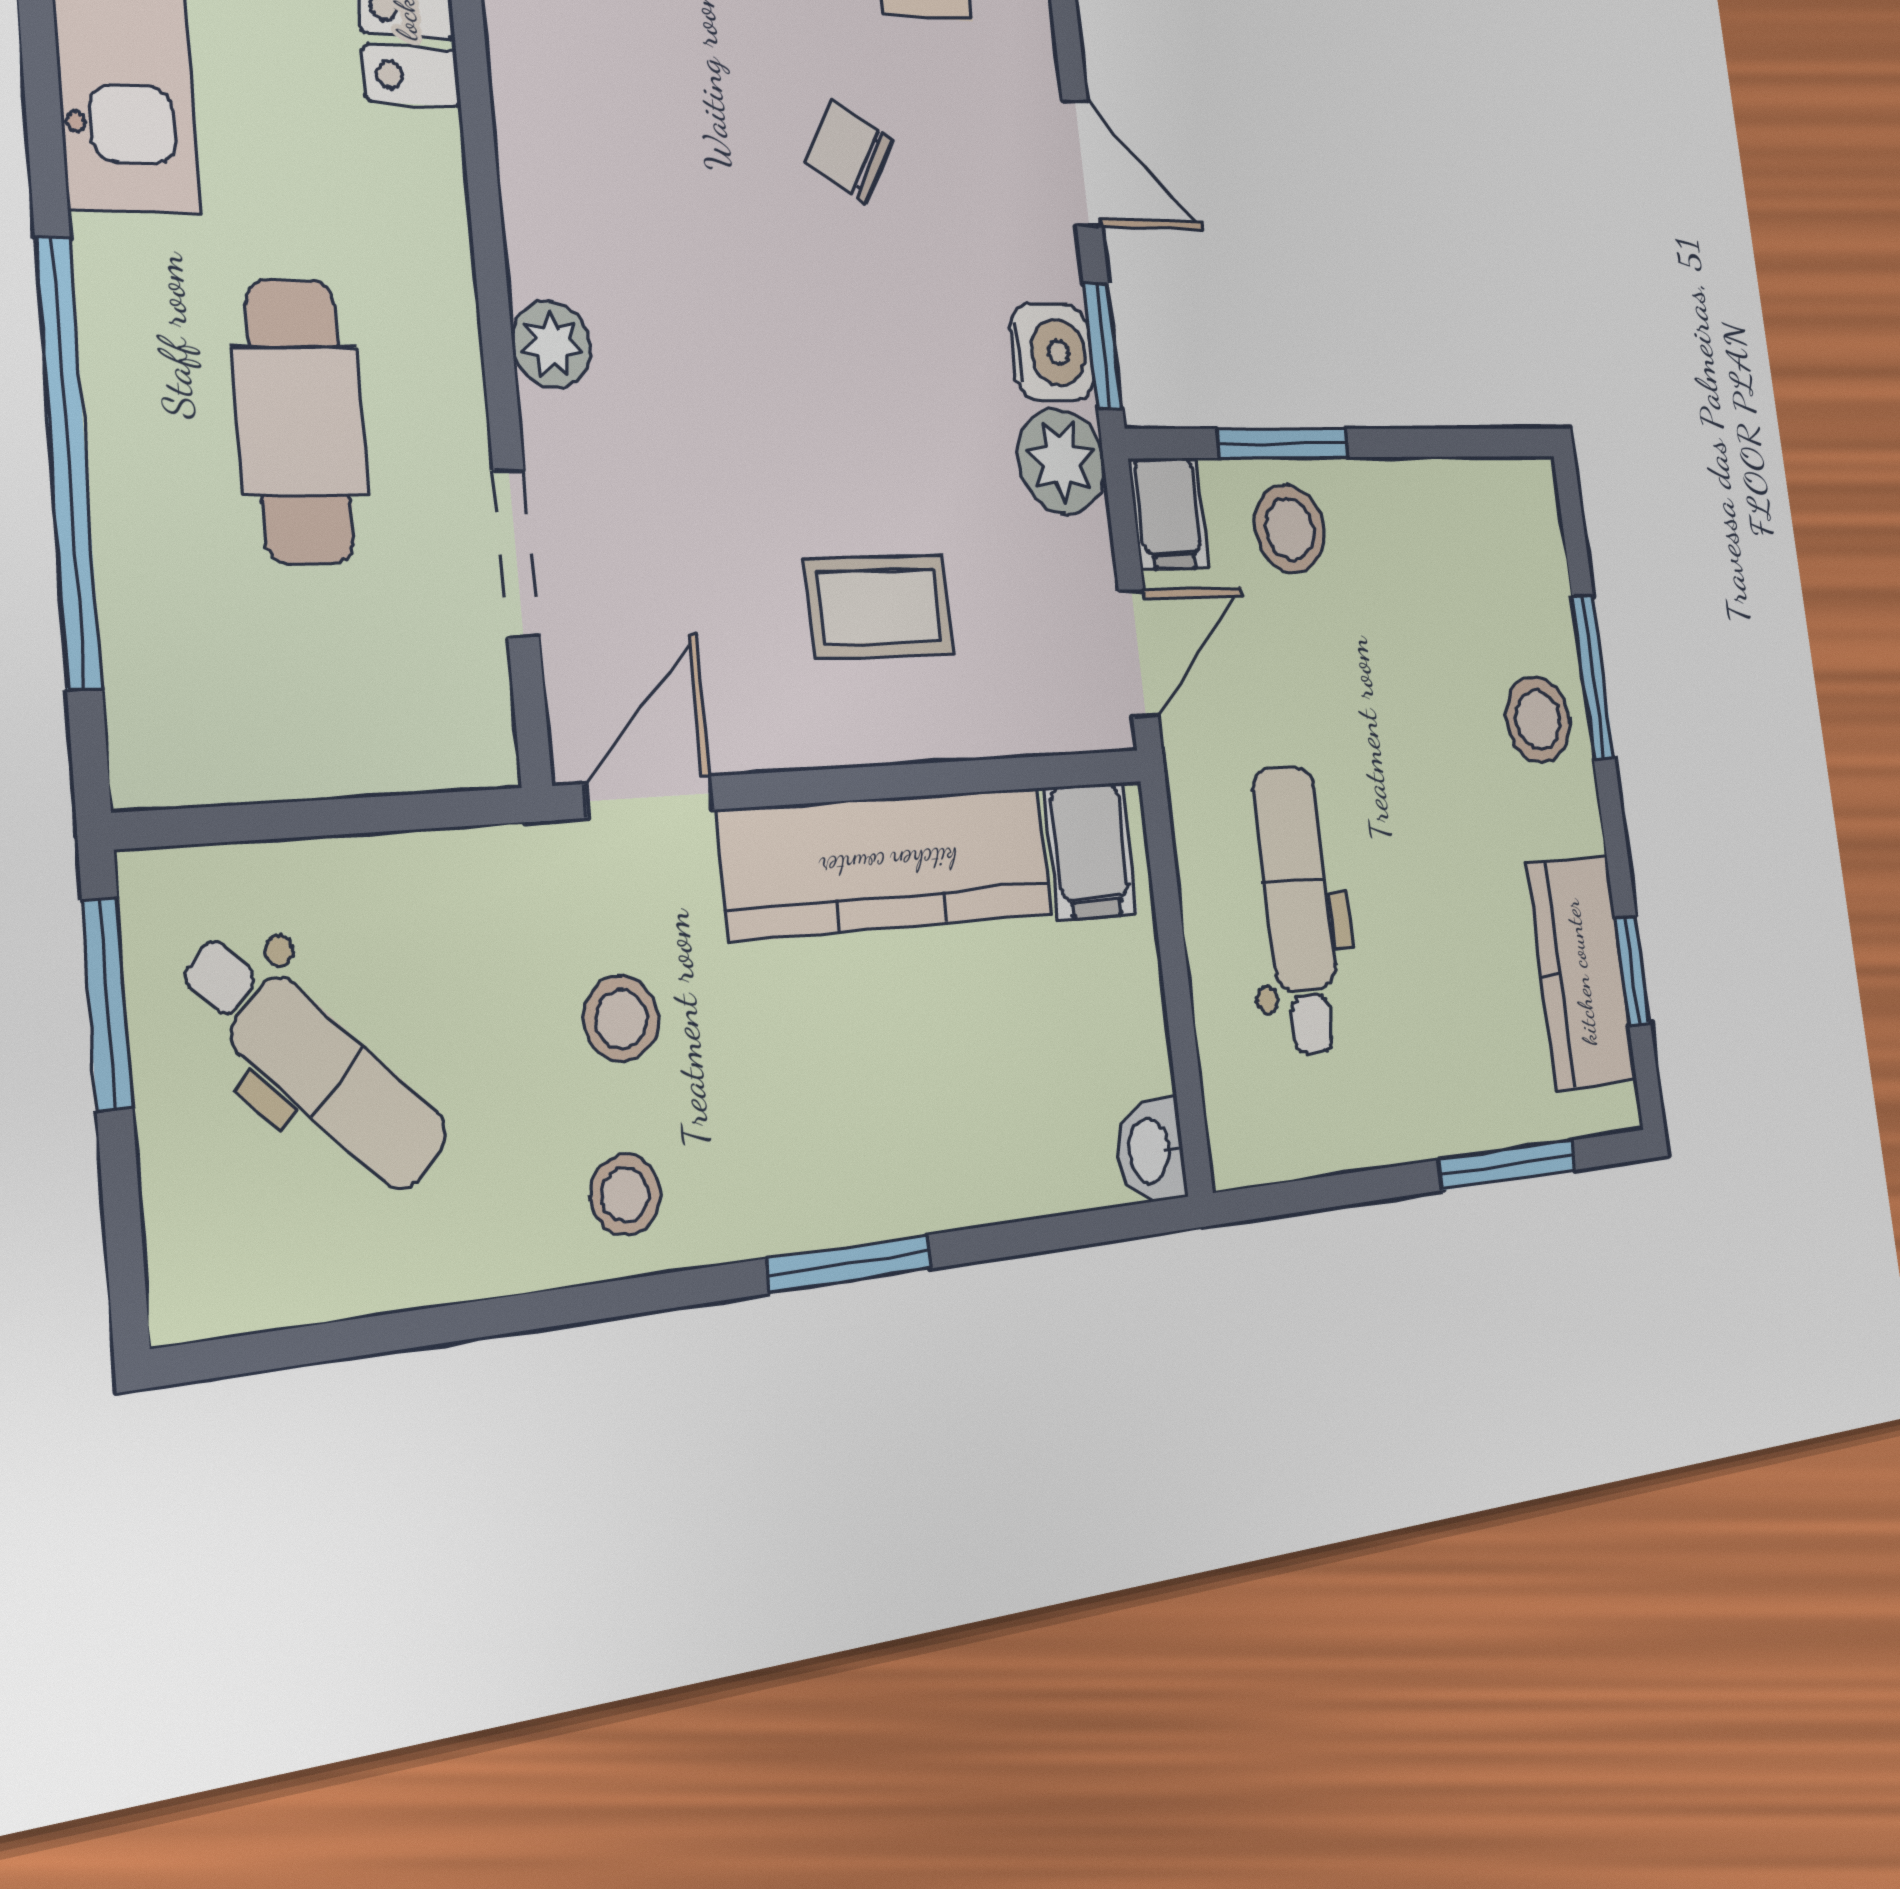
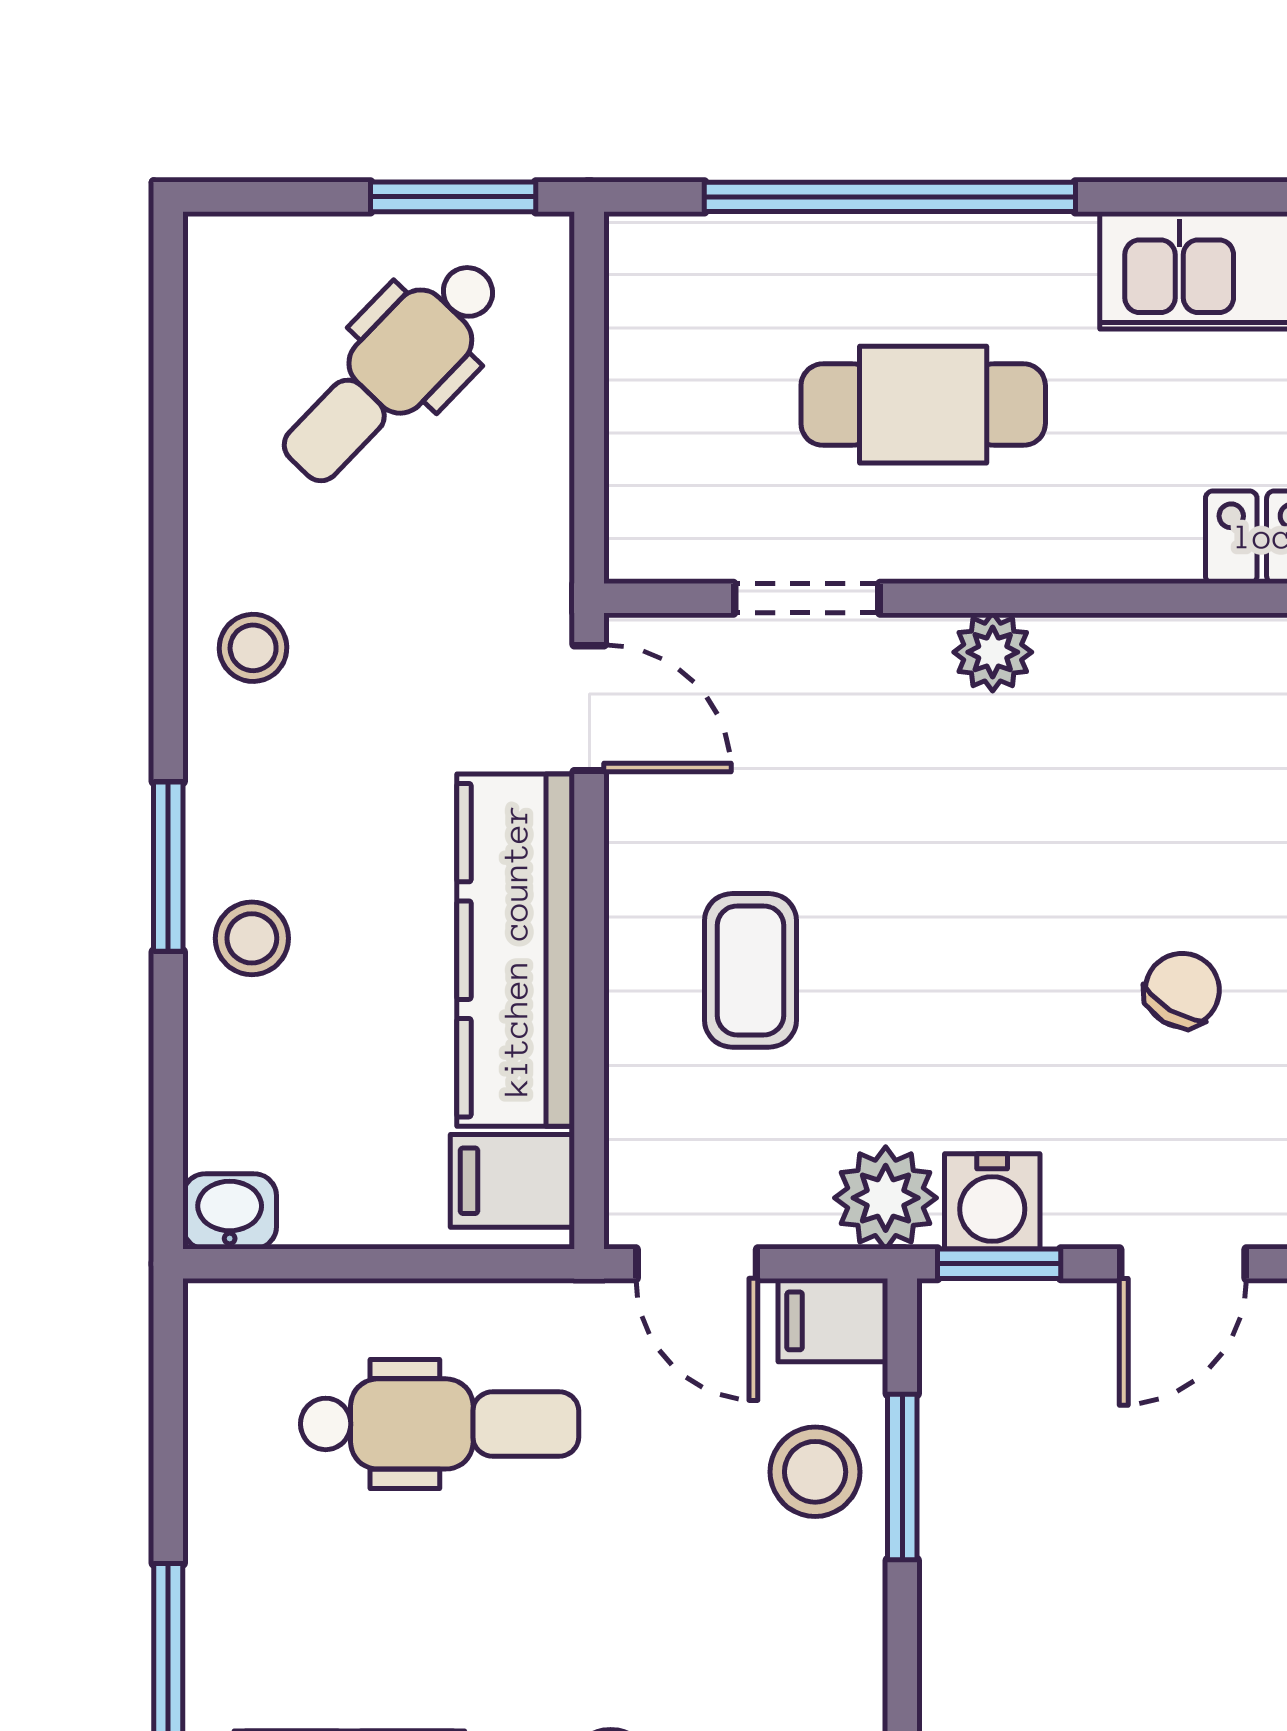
stool: (621, 1019) -> (252, 938), moved

